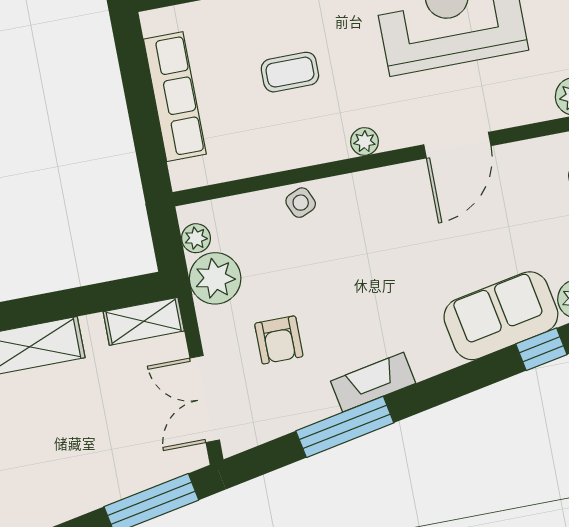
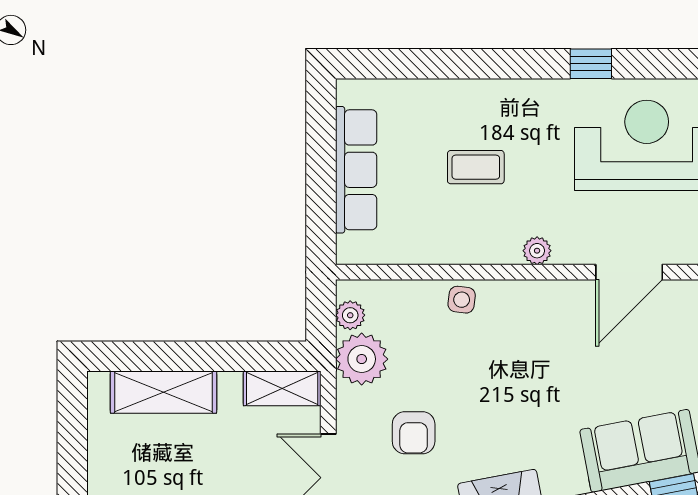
side table: (301, 203) -> (462, 300), turned 30

